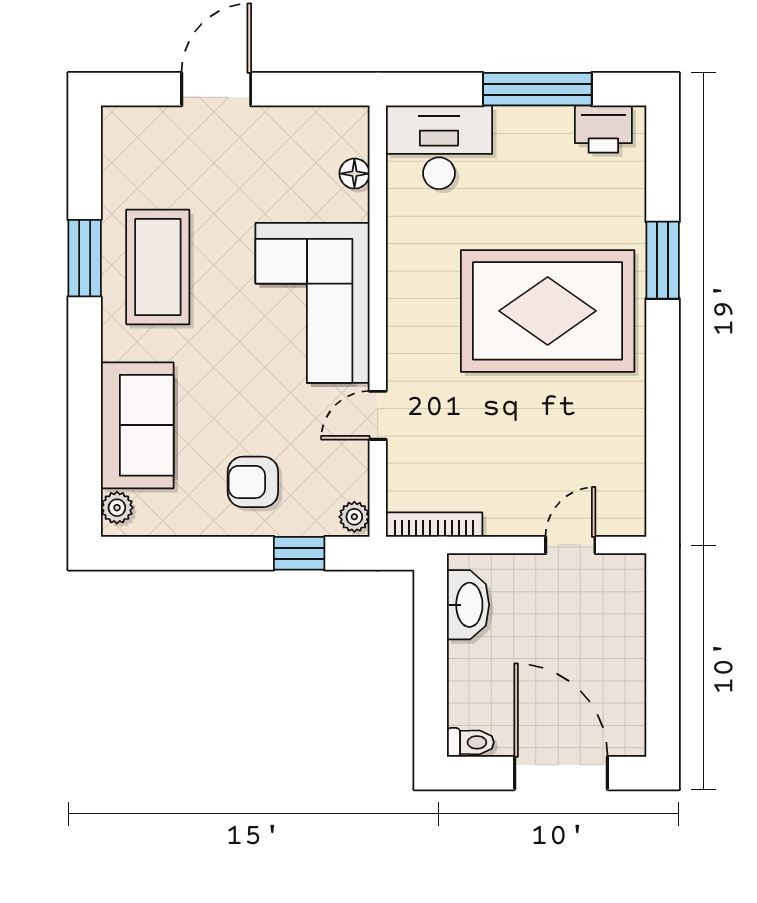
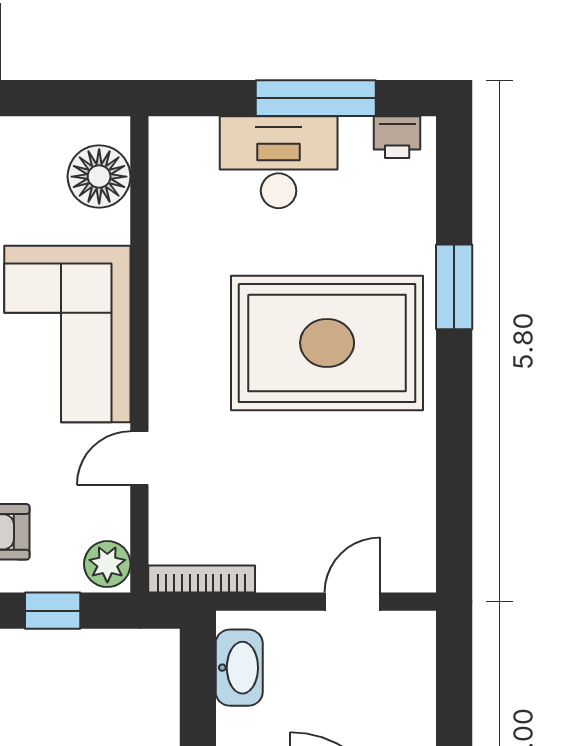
printer: (603, 129) -> (397, 137), width x0.73, depth x0.81
desk: (439, 147) -> (279, 162), moved
floor lamp: (354, 174) -> (99, 177), width x1.89, depth x1.89
plant: (354, 517) -> (107, 564), width x1.38, depth x1.38

